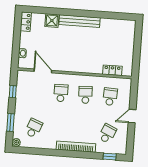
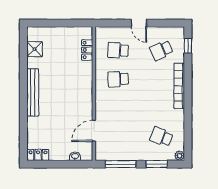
shower: (52, 21) -> (35, 49), moved
window: (13, 92) -> (121, 164), width x2.17
school desk: (61, 93) -> (118, 108), removed
school desk: (107, 134) -> (161, 50), turned -48

